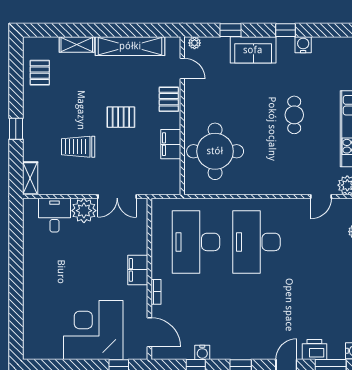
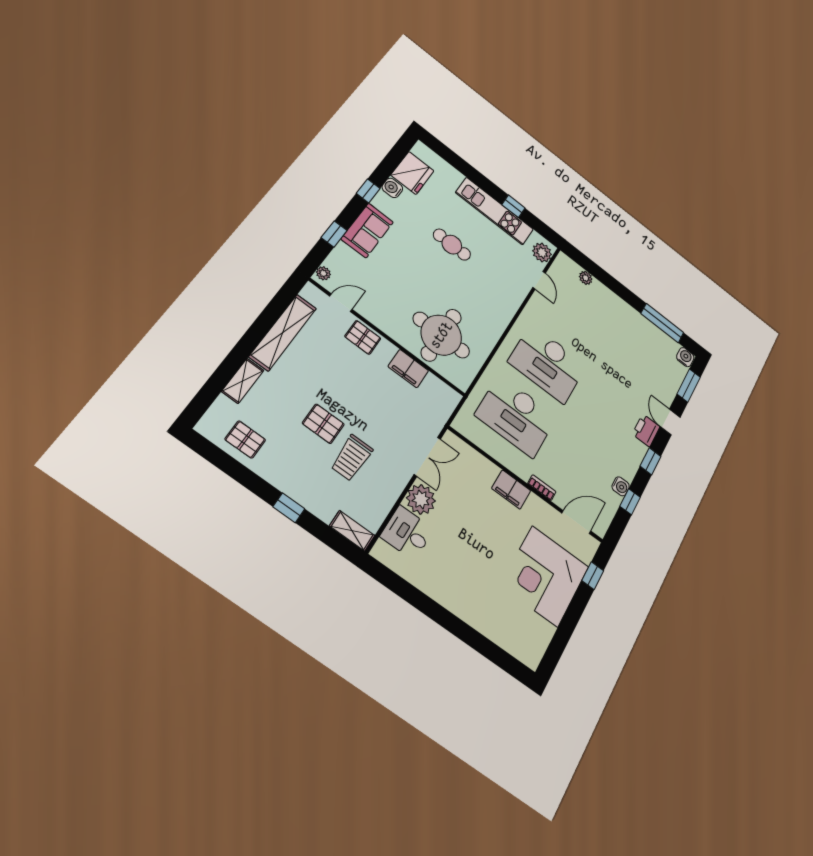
fridge: (329, 51) -> (412, 173), added
pallet: (121, 117) -> (323, 424), moved, turned 90
printer: (314, 350) -> (646, 430), moved

